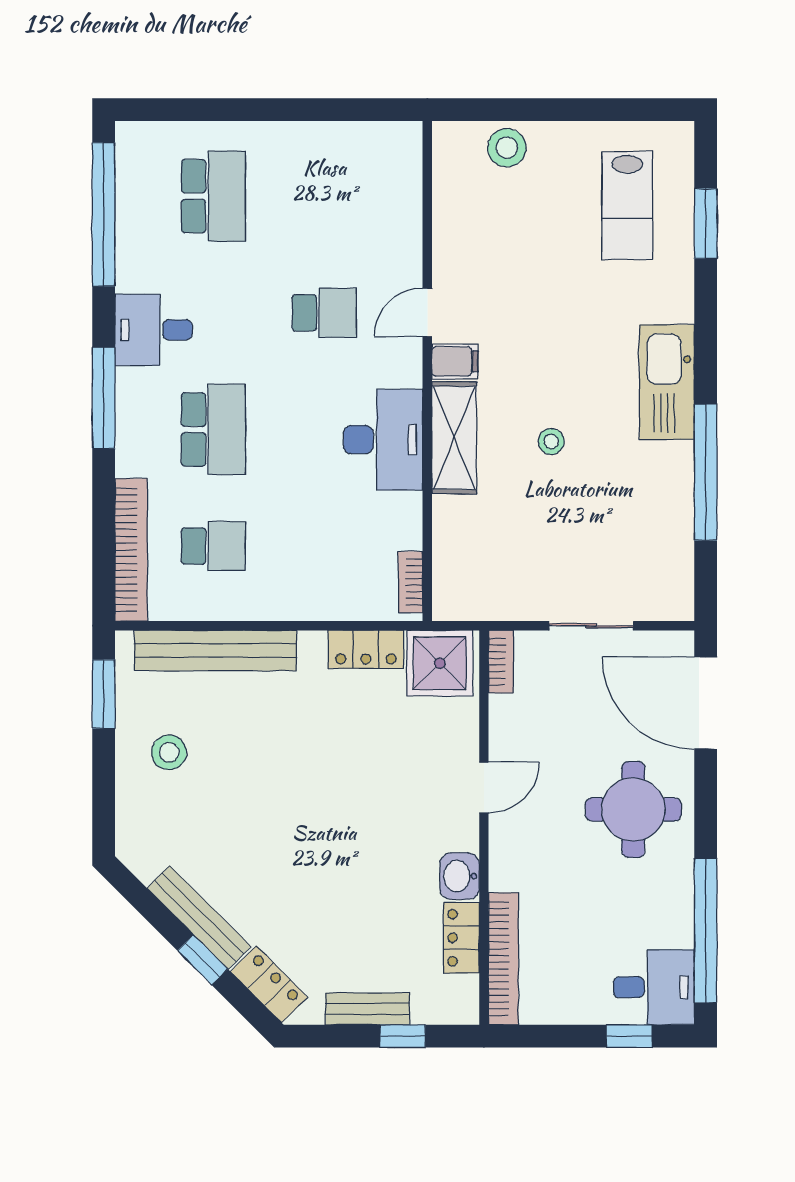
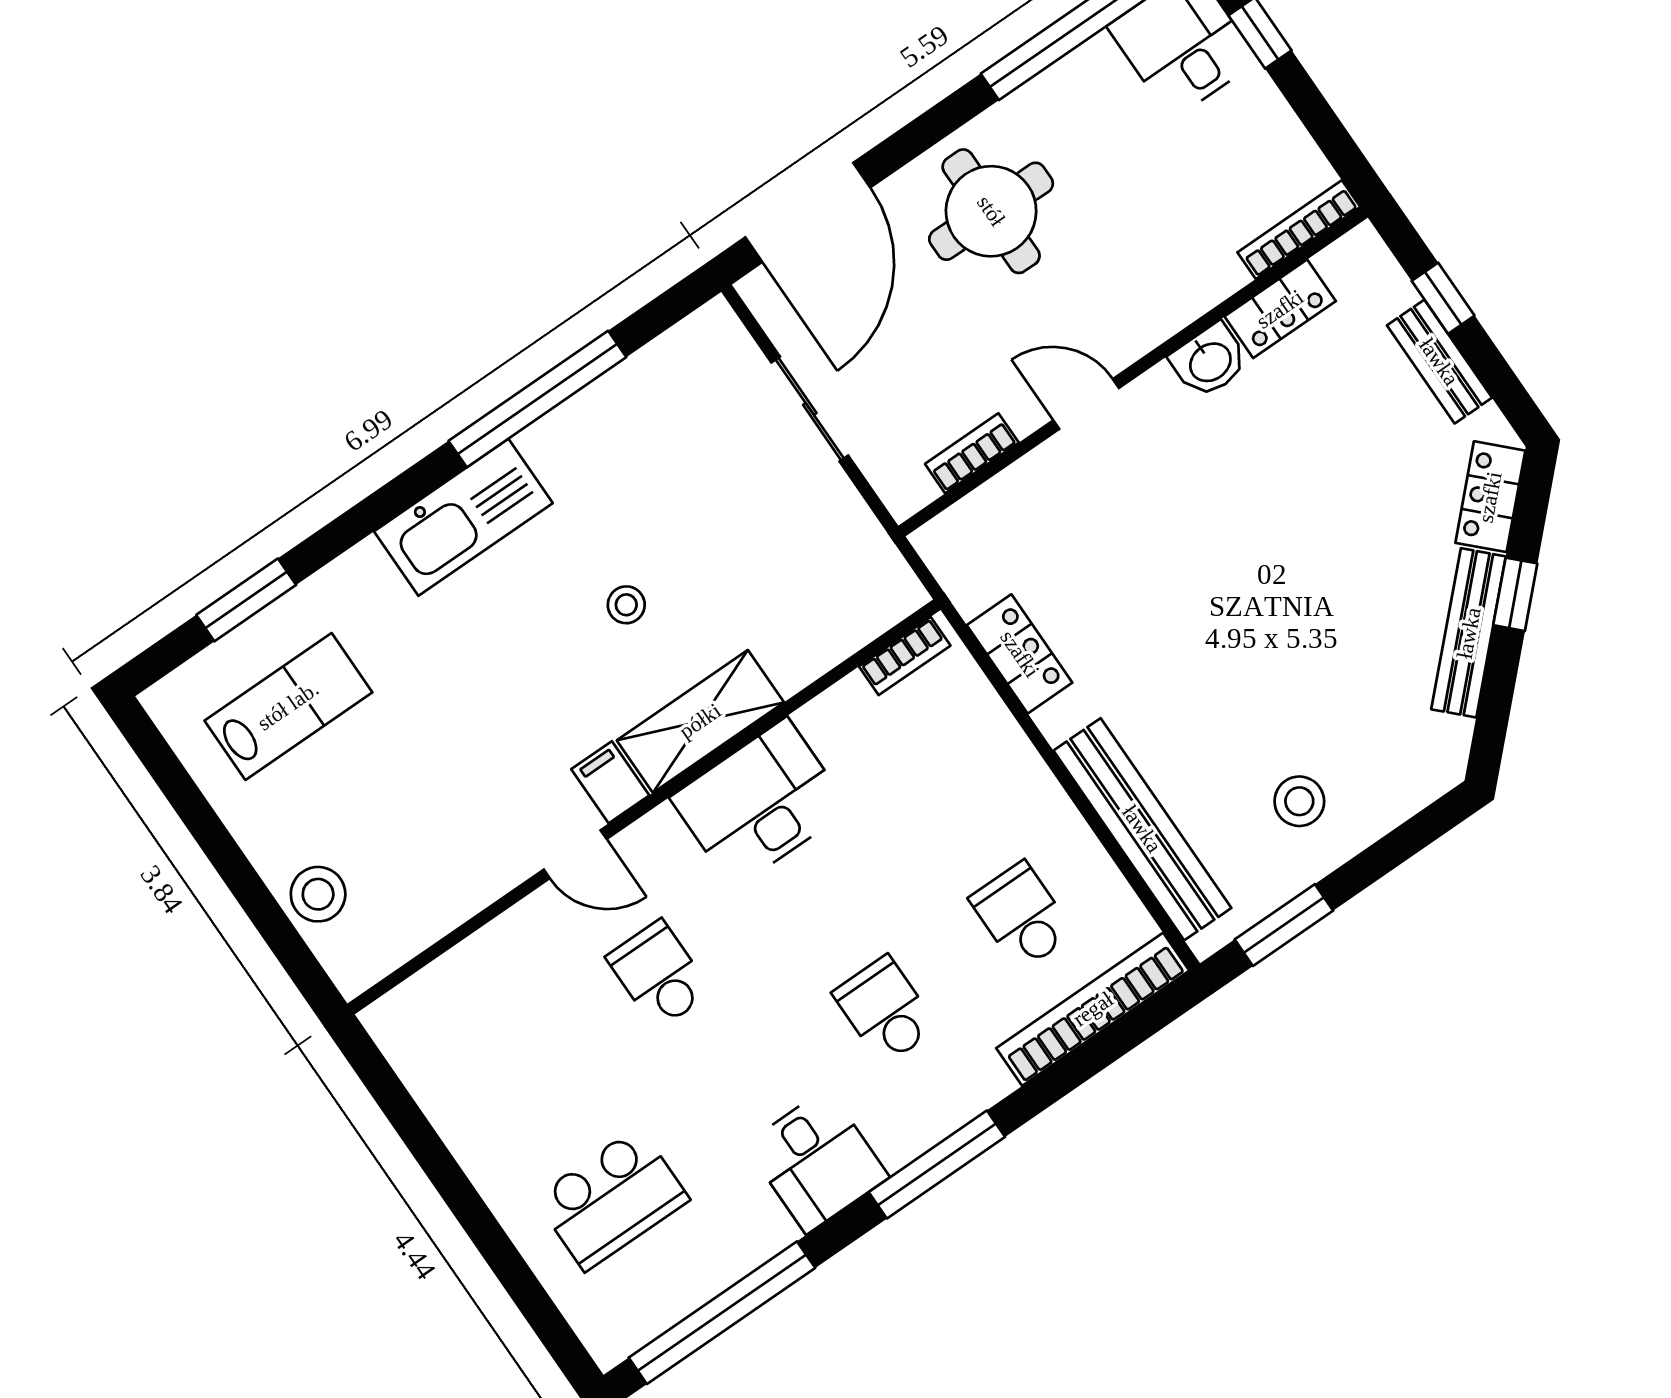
school desk: (213, 196) -> (612, 1199), turned 180
school desk: (213, 429) -> (885, 1010), width x0.54
bookcase: (501, 662) -> (972, 453), moved
shower: (440, 663) -> (976, 556), removed
bookcase: (503, 959) -> (1299, 230), width x0.68, depth x0.76

